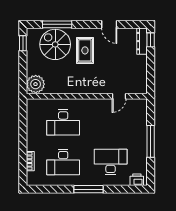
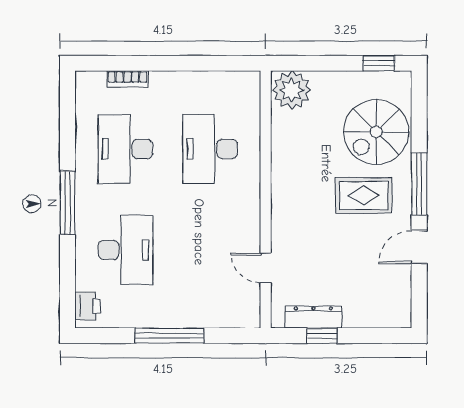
window: (57, 24) -> (419, 184), moved
window: (151, 40) -> (322, 336), moved
dresser: (142, 41) -> (313, 317), moved
spiral stairs: (55, 44) -> (376, 132), turned 180

